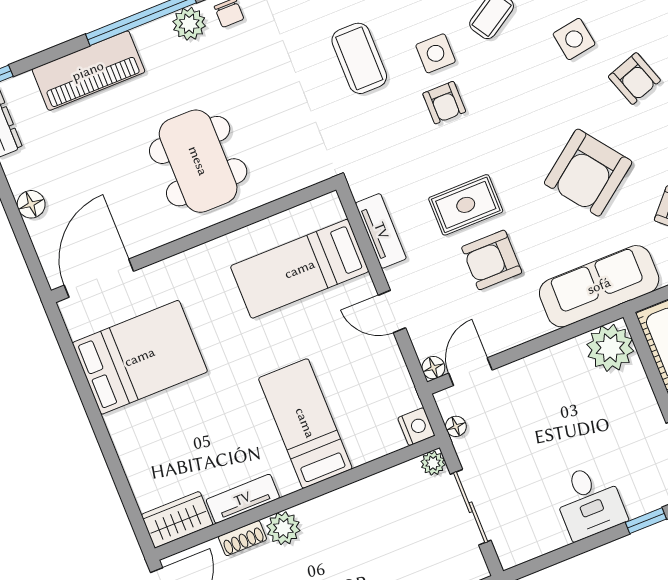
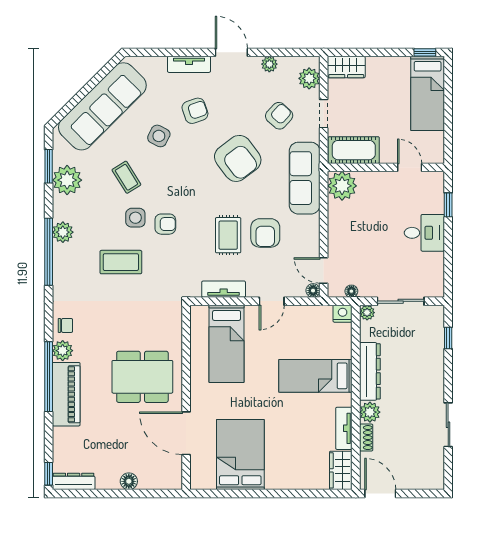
side table: (574, 39) -> (159, 136), turned 36
piano: (88, 71) -> (66, 394), moved
door: (99, 278) -> (186, 433), moved
dresser: (345, 503) -> (370, 371), added

